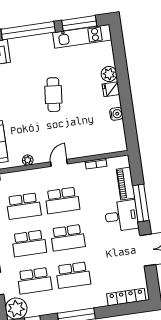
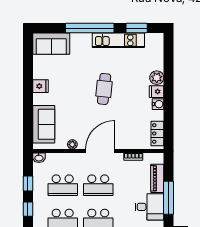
window: (79, 23) -> (137, 28), width x0.69
kitchen unit: (82, 36) -> (118, 40), moved
water cooler: (116, 114) -> (158, 104), moved
locker: (119, 135) -> (157, 133), added
door: (59, 163) -> (100, 151), width x1.87

